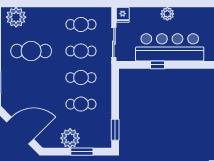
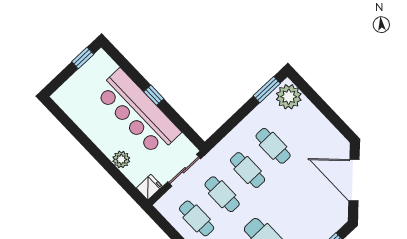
plant: (167, 14) -> (121, 159), moved
window: (157, 65) -> (154, 95), moved
plant: (70, 138) -> (289, 97), moved
window: (82, 152) -> (318, 102), removed

